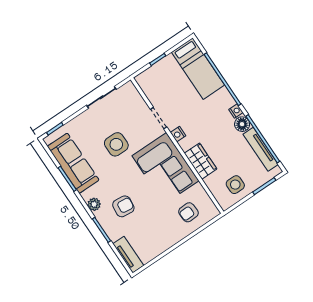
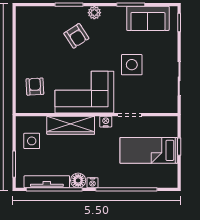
bed: (198, 69) -> (149, 150), moved
wardrobe: (201, 161) -> (71, 125), width x1.50
sofa: (73, 163) -> (148, 18), width x0.73
armchair: (123, 206) -> (76, 36), turned -39
tv unit: (128, 255) -> (34, 13), removed

